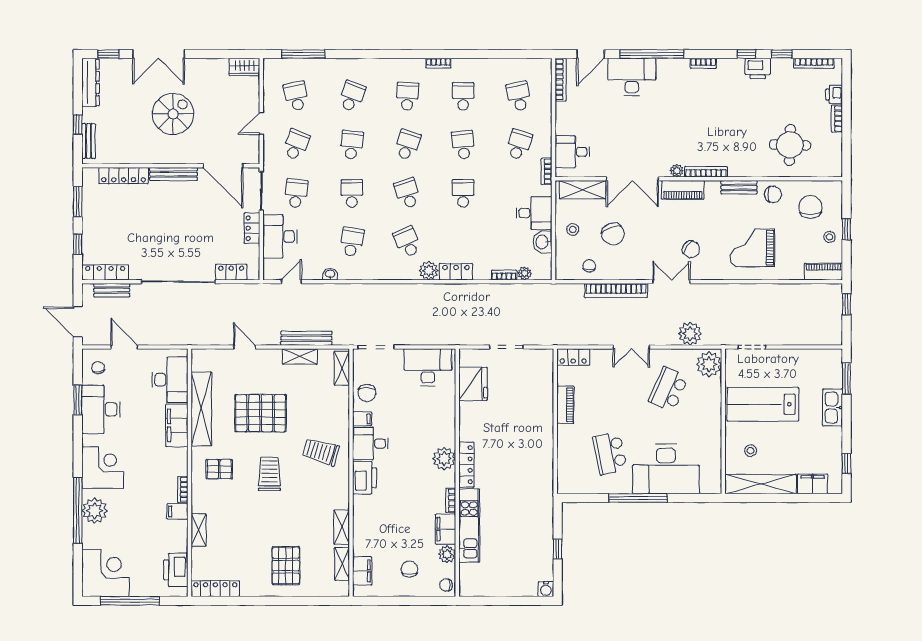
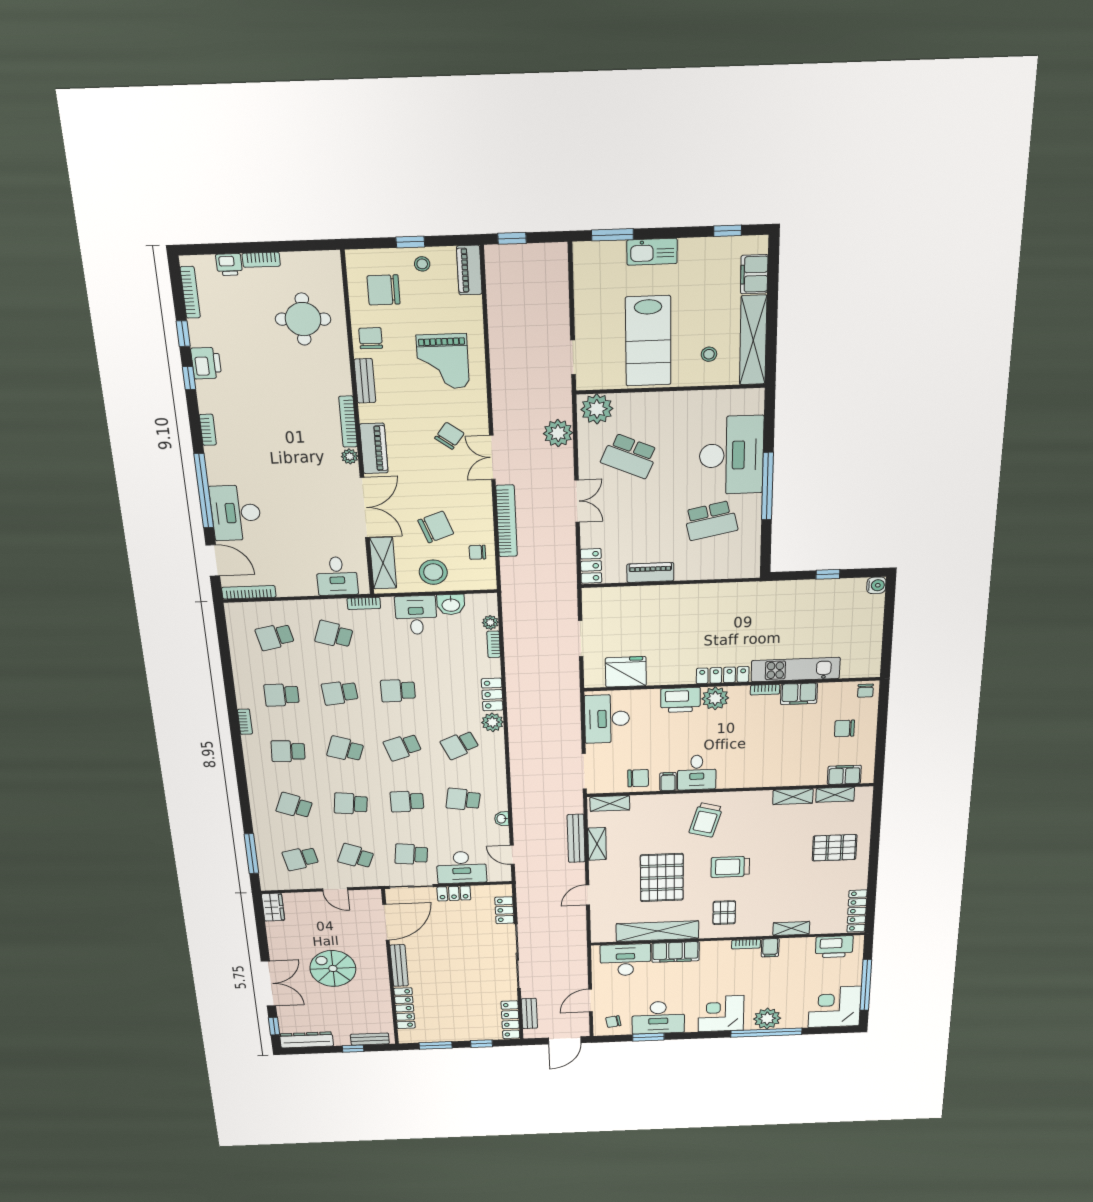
stool: (573, 230) -> (433, 572), width x1.89, depth x1.89
printer: (365, 478) -> (680, 700), moved, turned 180
plant: (447, 554) -> (829, 691), removed

